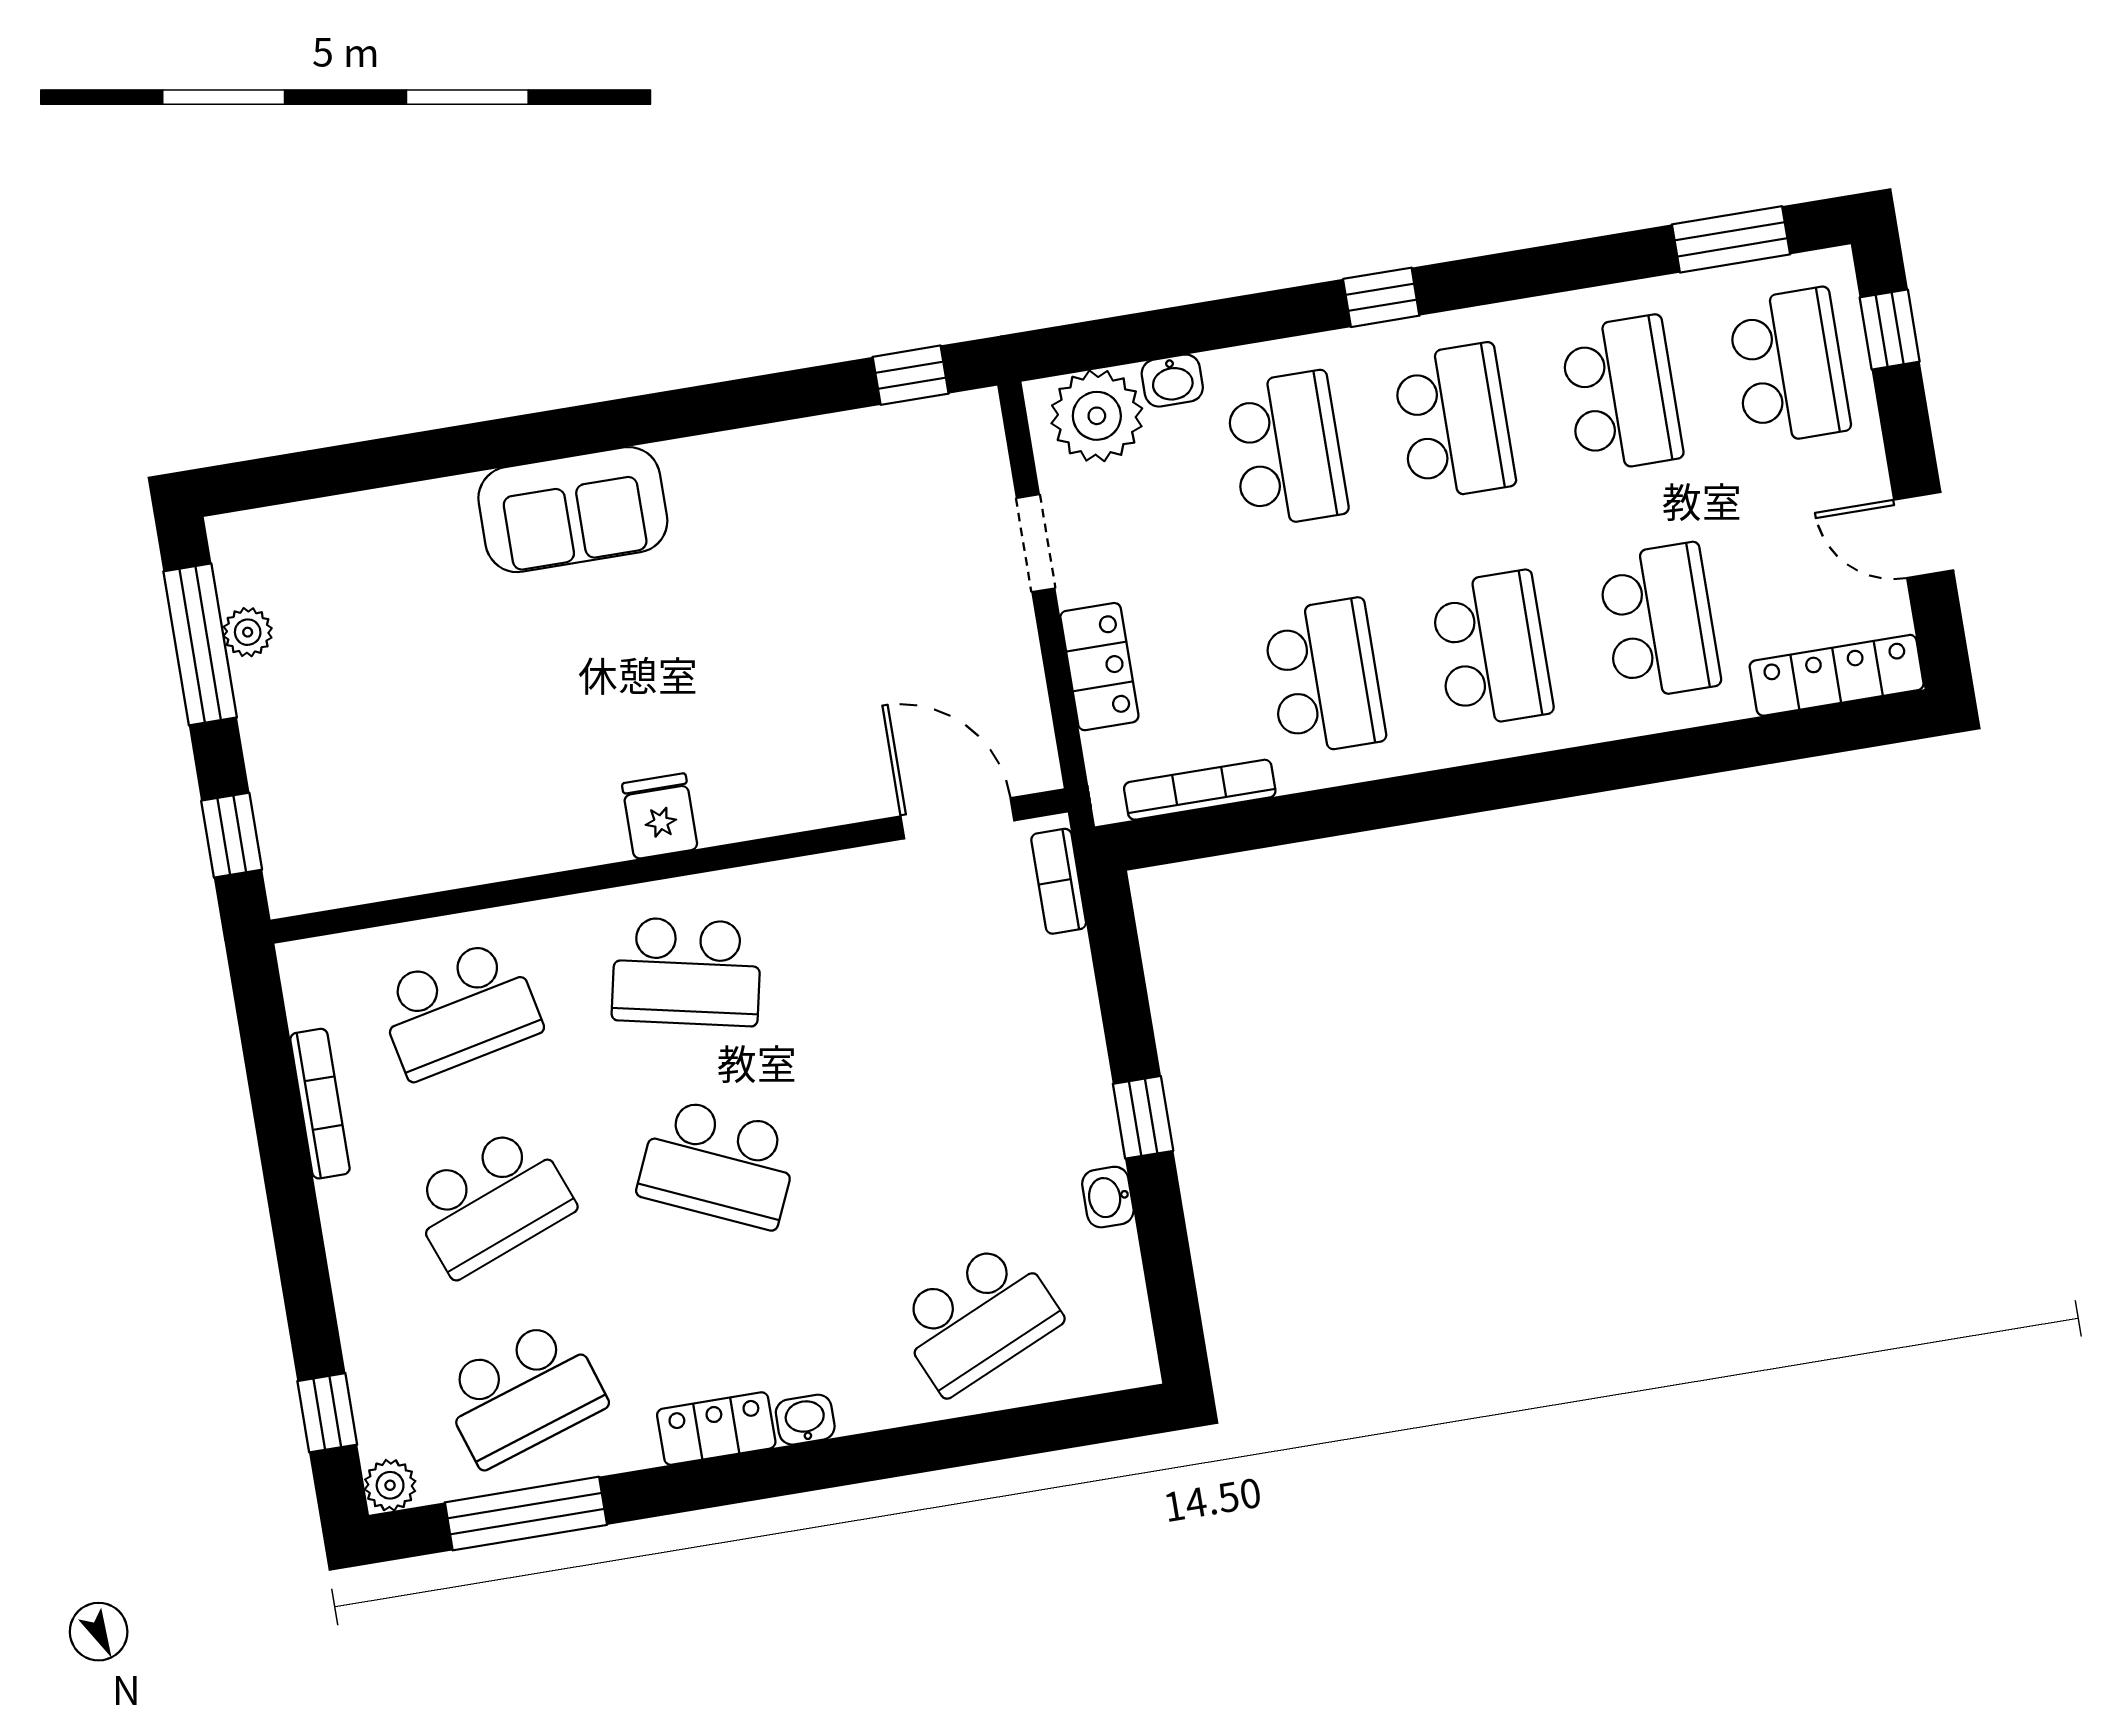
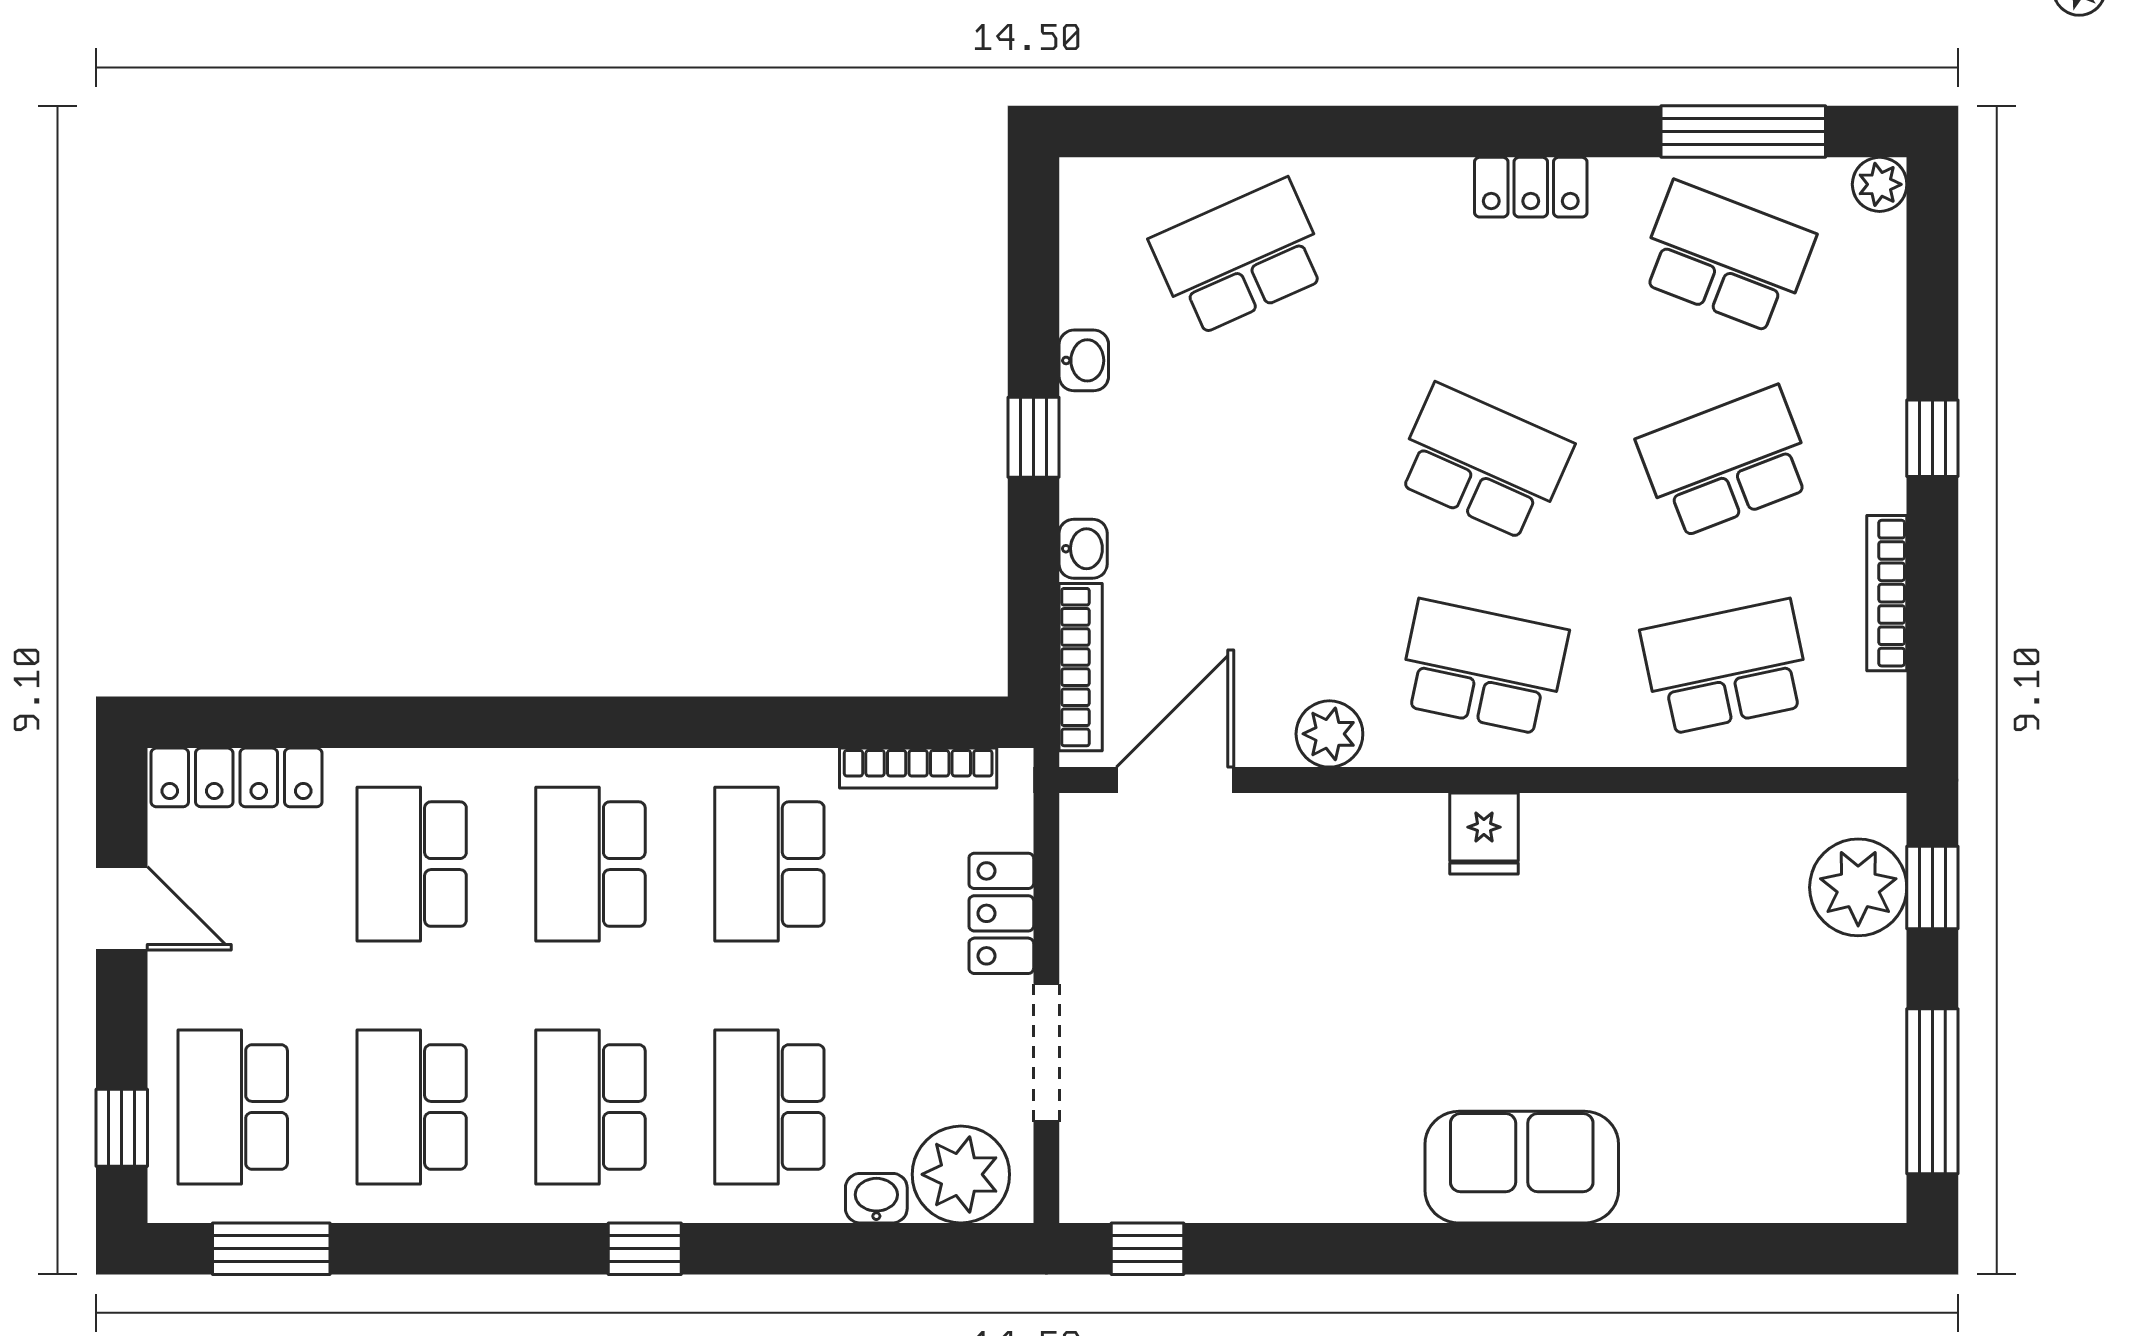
doorway: (1036, 543) -> (1046, 1053), width x1.38
plant: (248, 632) -> (1858, 887), moved, width x1.87, depth x1.87
door: (957, 818) -> (1175, 780), swing flipped
bookcase: (1059, 881) -> (1081, 667), width x1.56
plant: (820, 885) -> (1329, 734), added
school desk: (523, 1393) -> (1726, 257), turned 39
window: (327, 1413) -> (1932, 438), moved
washbasin: (805, 1420) -> (1083, 549), moved, turned -90

